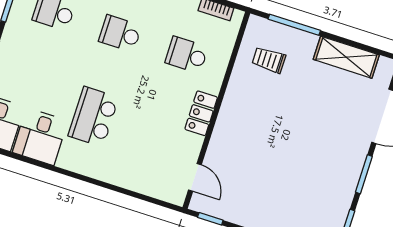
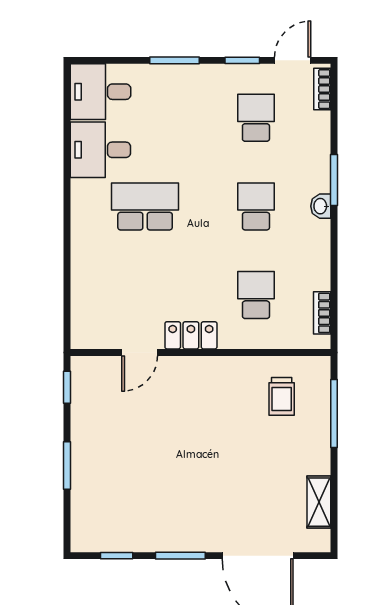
shelving: (346, 57) -> (319, 502), width x0.67, depth x0.75
trolley: (269, 60) -> (282, 396), turned 180
door: (195, 177) -> (140, 353), moved

